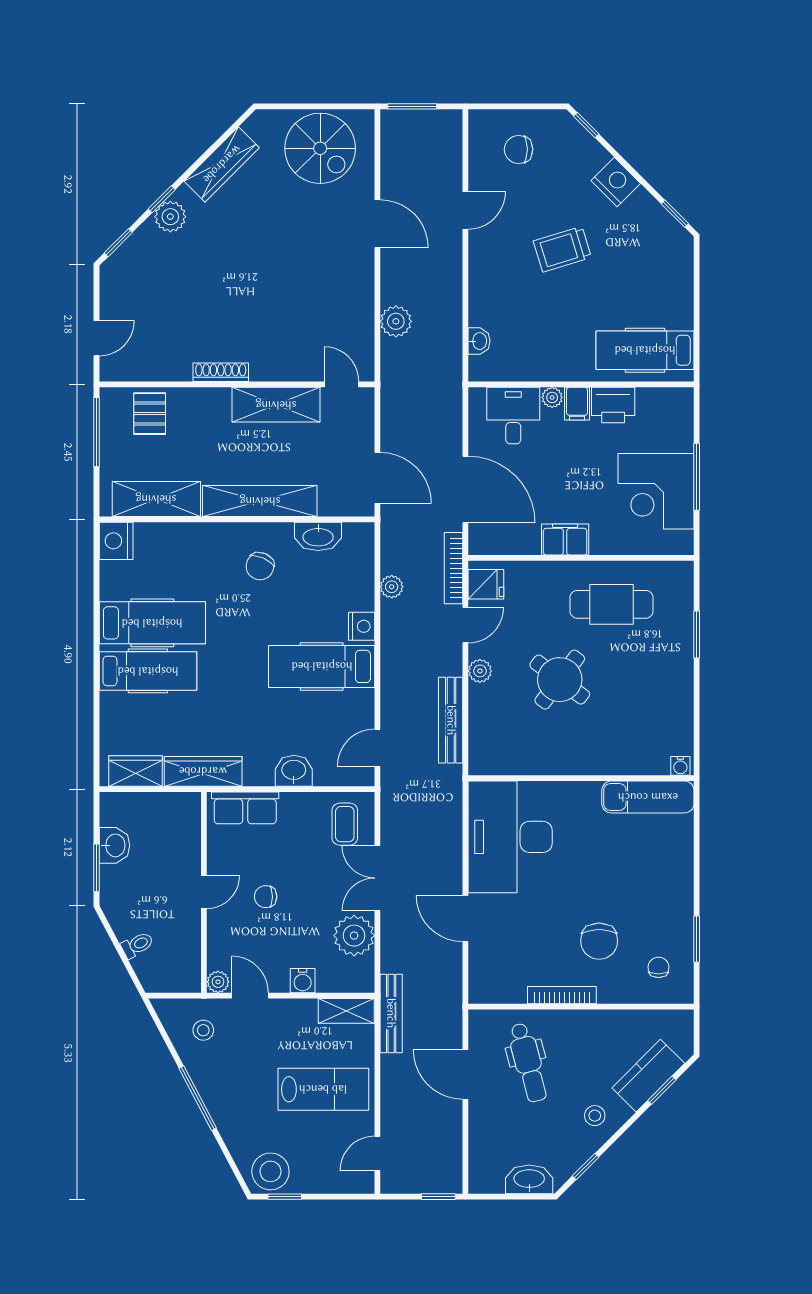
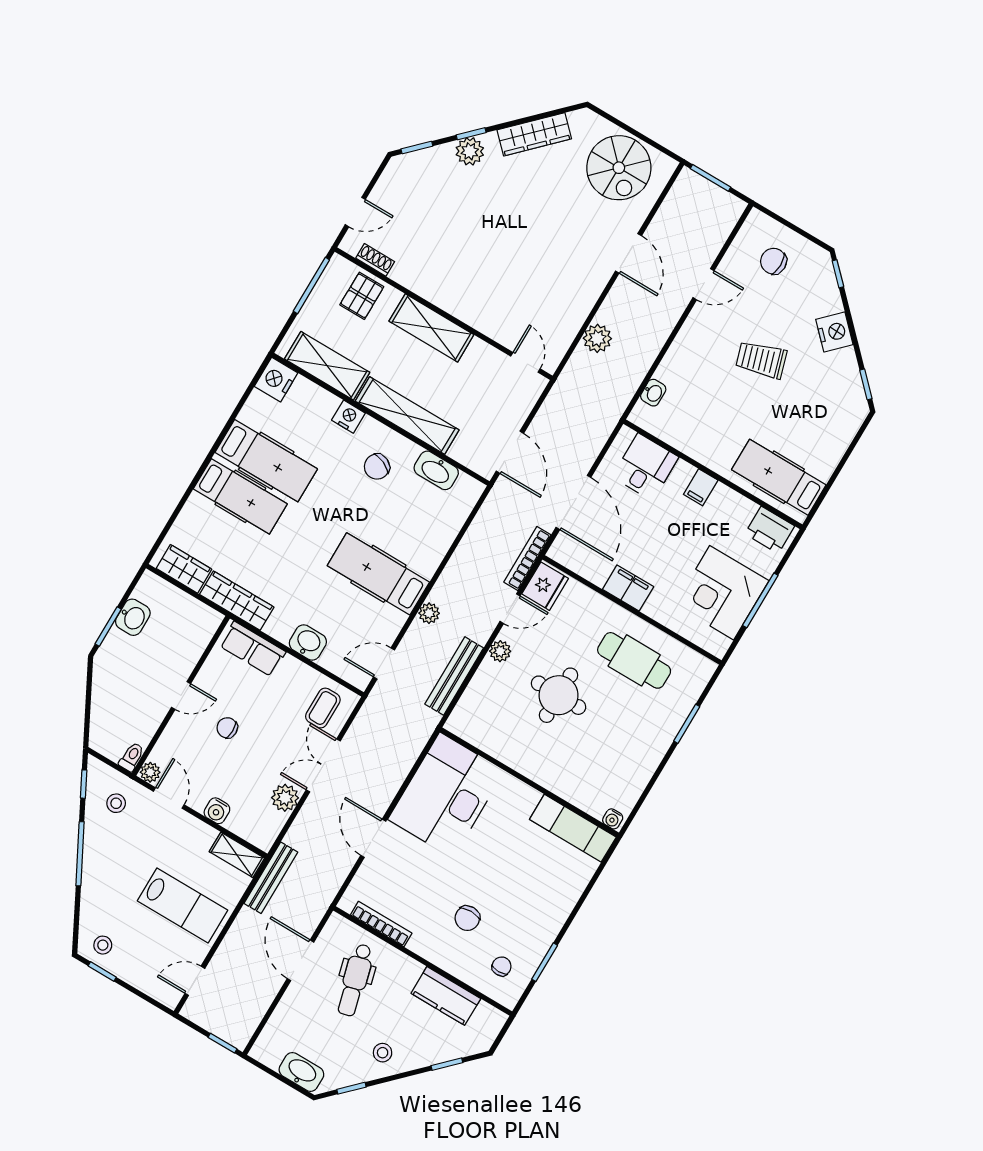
shoe rack: (221, 372) -> (375, 260), moved, width x0.70
plant: (552, 397) -> (684, 471), removed
shelving: (276, 405) -> (431, 328), moved
printer: (613, 405) -> (770, 530), moved
fridge: (486, 584) -> (545, 586), width x1.38
plant: (392, 587) -> (429, 613), moved
nightstand: (362, 626) -> (348, 417), moved, turned -90
round table: (560, 680) -> (559, 695), turned -37
plant: (354, 936) -> (285, 798), width x0.73, depth x0.73
chair: (599, 941) -> (467, 918), width x0.73, depth x0.73
toilet: (137, 945) -> (132, 757), moved, turned -62
bookcase: (562, 995) -> (381, 924), moved
window: (162, 1030) -> (84, 784), added
kitchen counter: (648, 1076) -> (446, 996), moved, turned -135
stool: (270, 1171) -> (103, 945), width x0.53, depth x0.53

